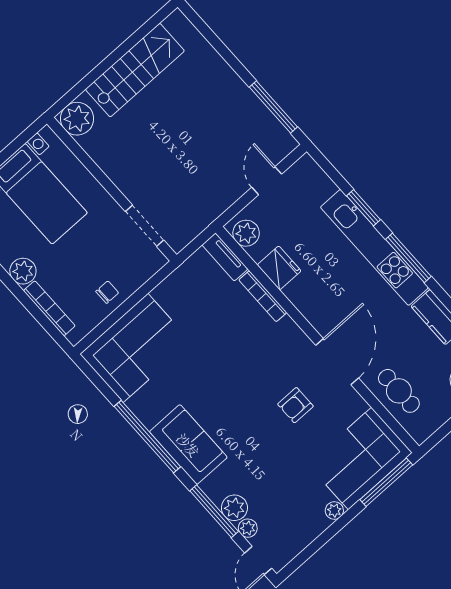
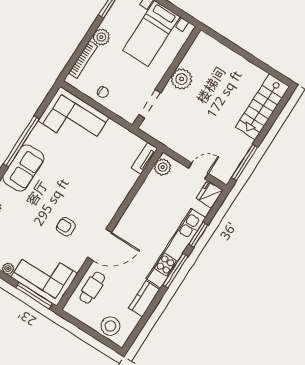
stairs: (135, 70) -> (262, 107), moved, turned 90
plant: (77, 119) -> (182, 79), moved
fridge: (279, 268) -> (210, 194), moved, turned 180
bookcase: (263, 296) -> (127, 188), removed

